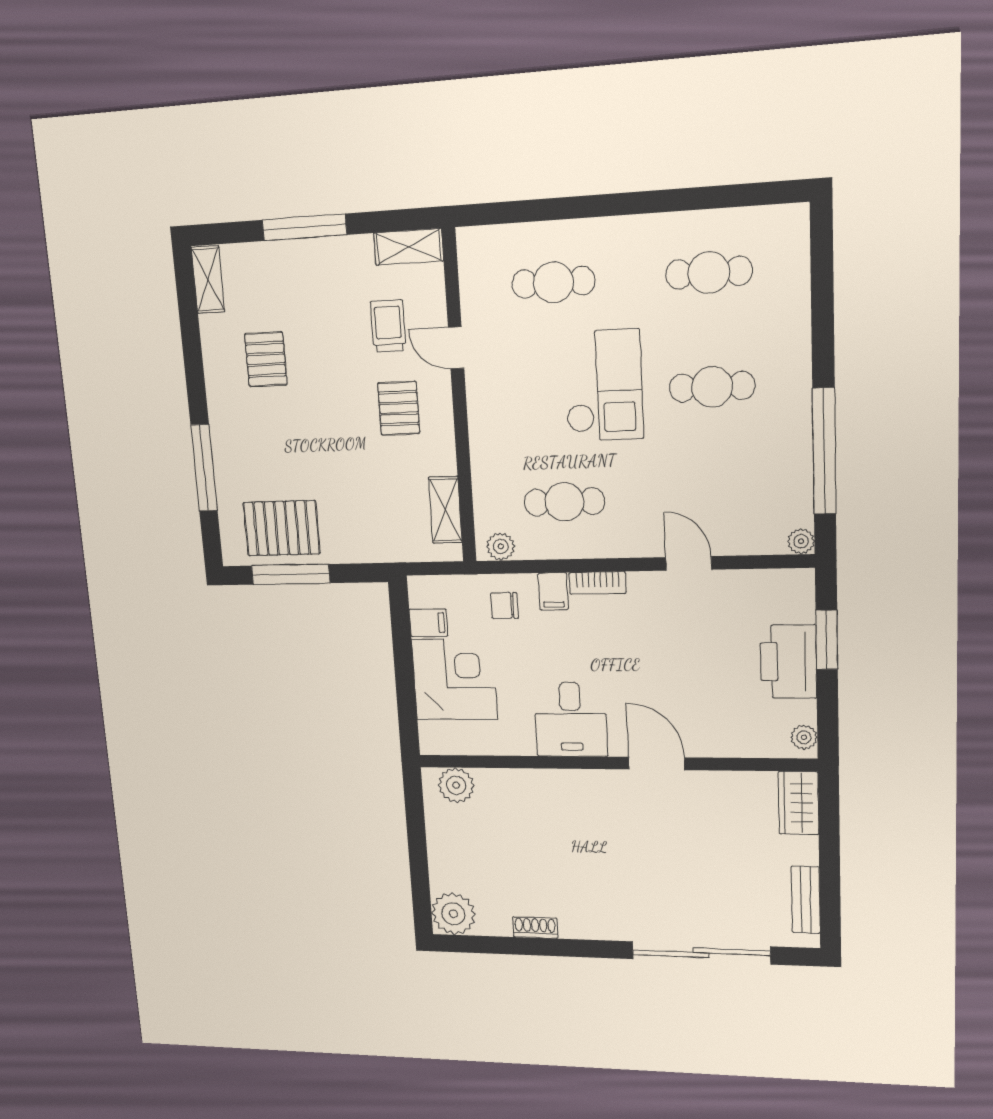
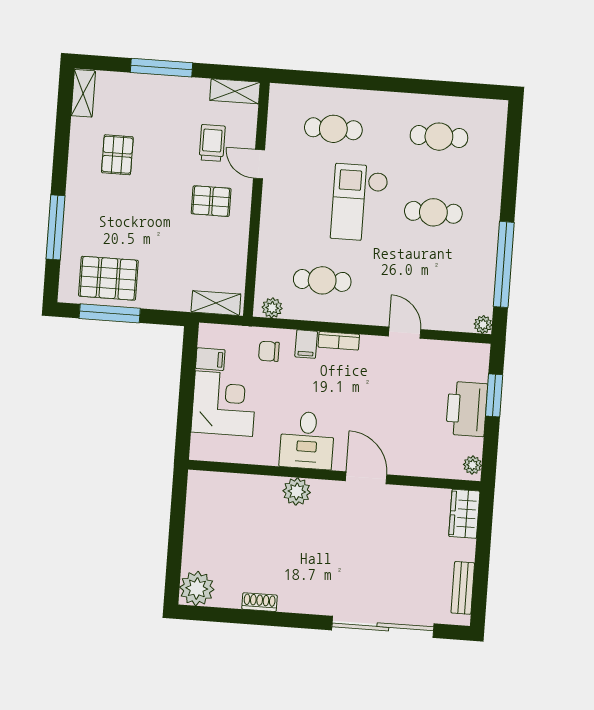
checkout: (603, 386) -> (359, 203), turned 180
pallet: (399, 408) -> (211, 201), turned 90
shelving: (445, 510) -> (216, 303), moved, turned 90
plant: (456, 785) -> (297, 492), moved

